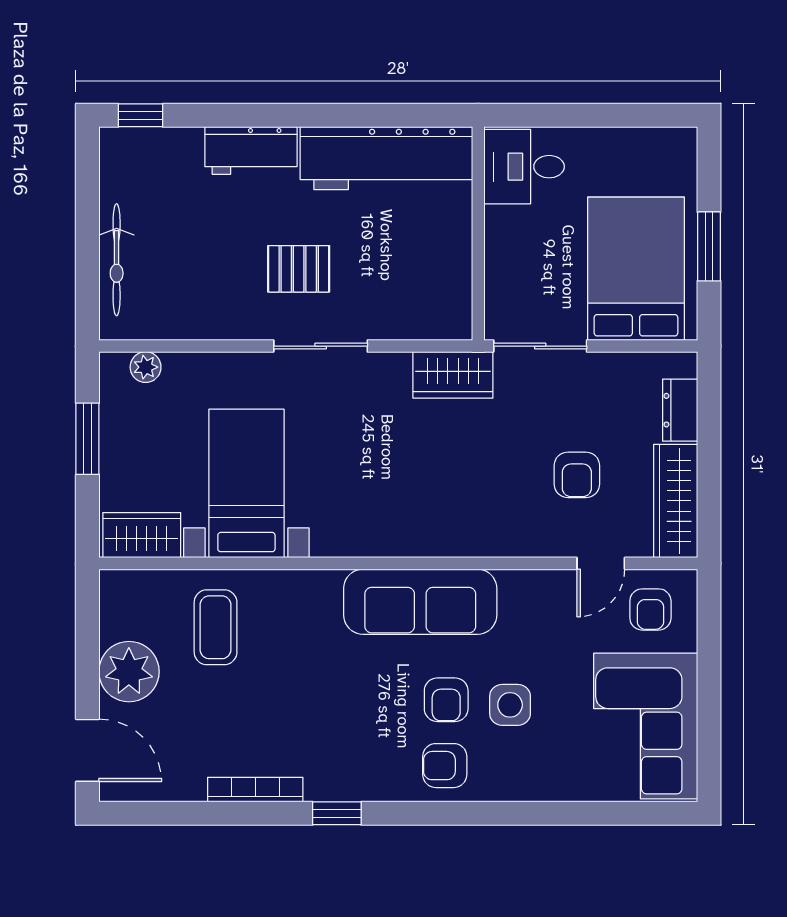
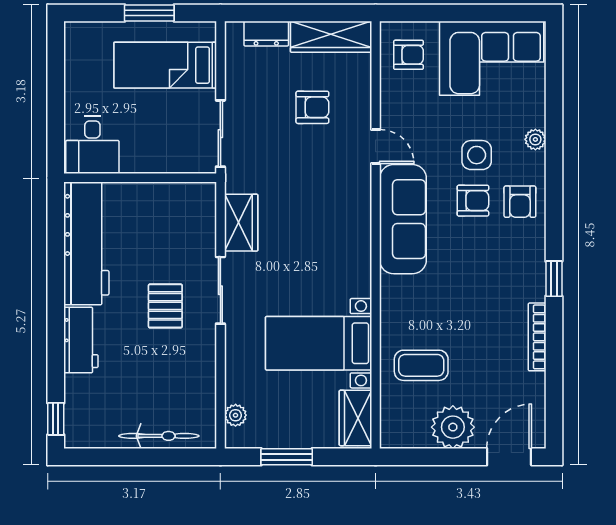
bed: (636, 269) -> (165, 65), width x0.67
wardrobe: (453, 375) -> (241, 223), moved
door: (601, 563) -> (376, 146), moved
plant: (532, 787) -> (535, 139), added

